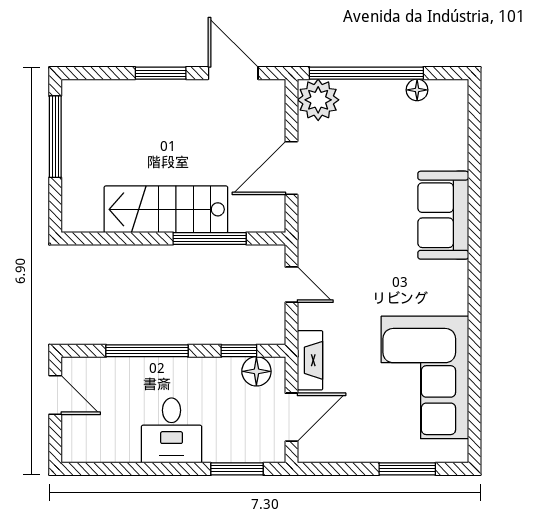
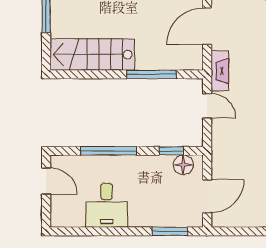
stairs: (166, 209) -> (92, 54), moved
fireplace: (310, 360) -> (220, 71), moved
desk: (172, 430) -> (107, 205), moved

